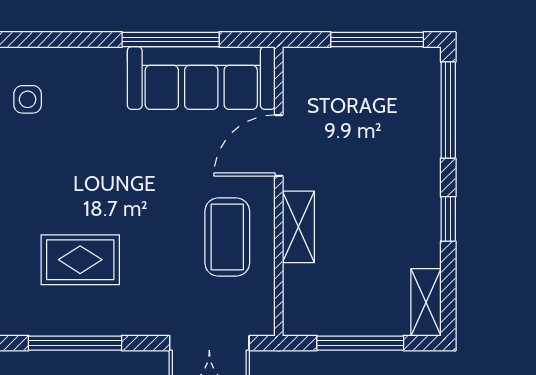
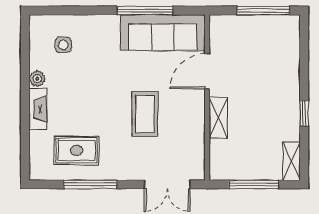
window: (448, 110) -> (304, 51), removed
coffee table: (227, 237) -> (145, 114), moved
rug: (80, 260) -> (77, 150), moved

